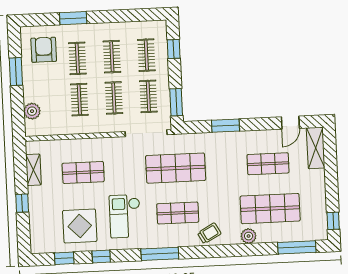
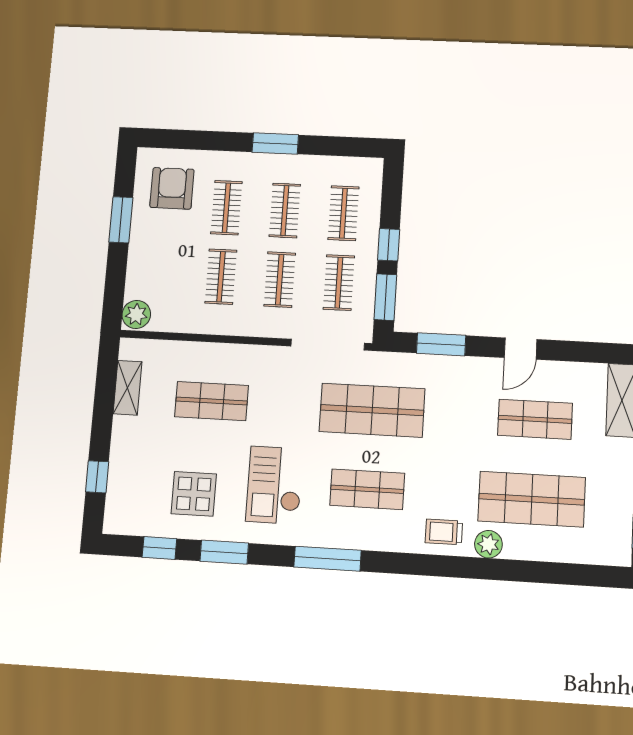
window: (73, 18) -> (275, 143), moved
window: (174, 49) -> (389, 245), moved
plant: (32, 111) -> (136, 314), moved
door: (290, 123) -> (521, 349), moved
window: (226, 126) -> (441, 344), moved
window: (22, 203) -> (97, 477), moved
display table: (80, 226) -> (194, 494), width x0.73, depth x0.73
trolley: (209, 233) -> (444, 532), moved, turned -151
window: (297, 247) -> (573, 574), removed
window: (101, 257) -> (224, 552), width x1.50

